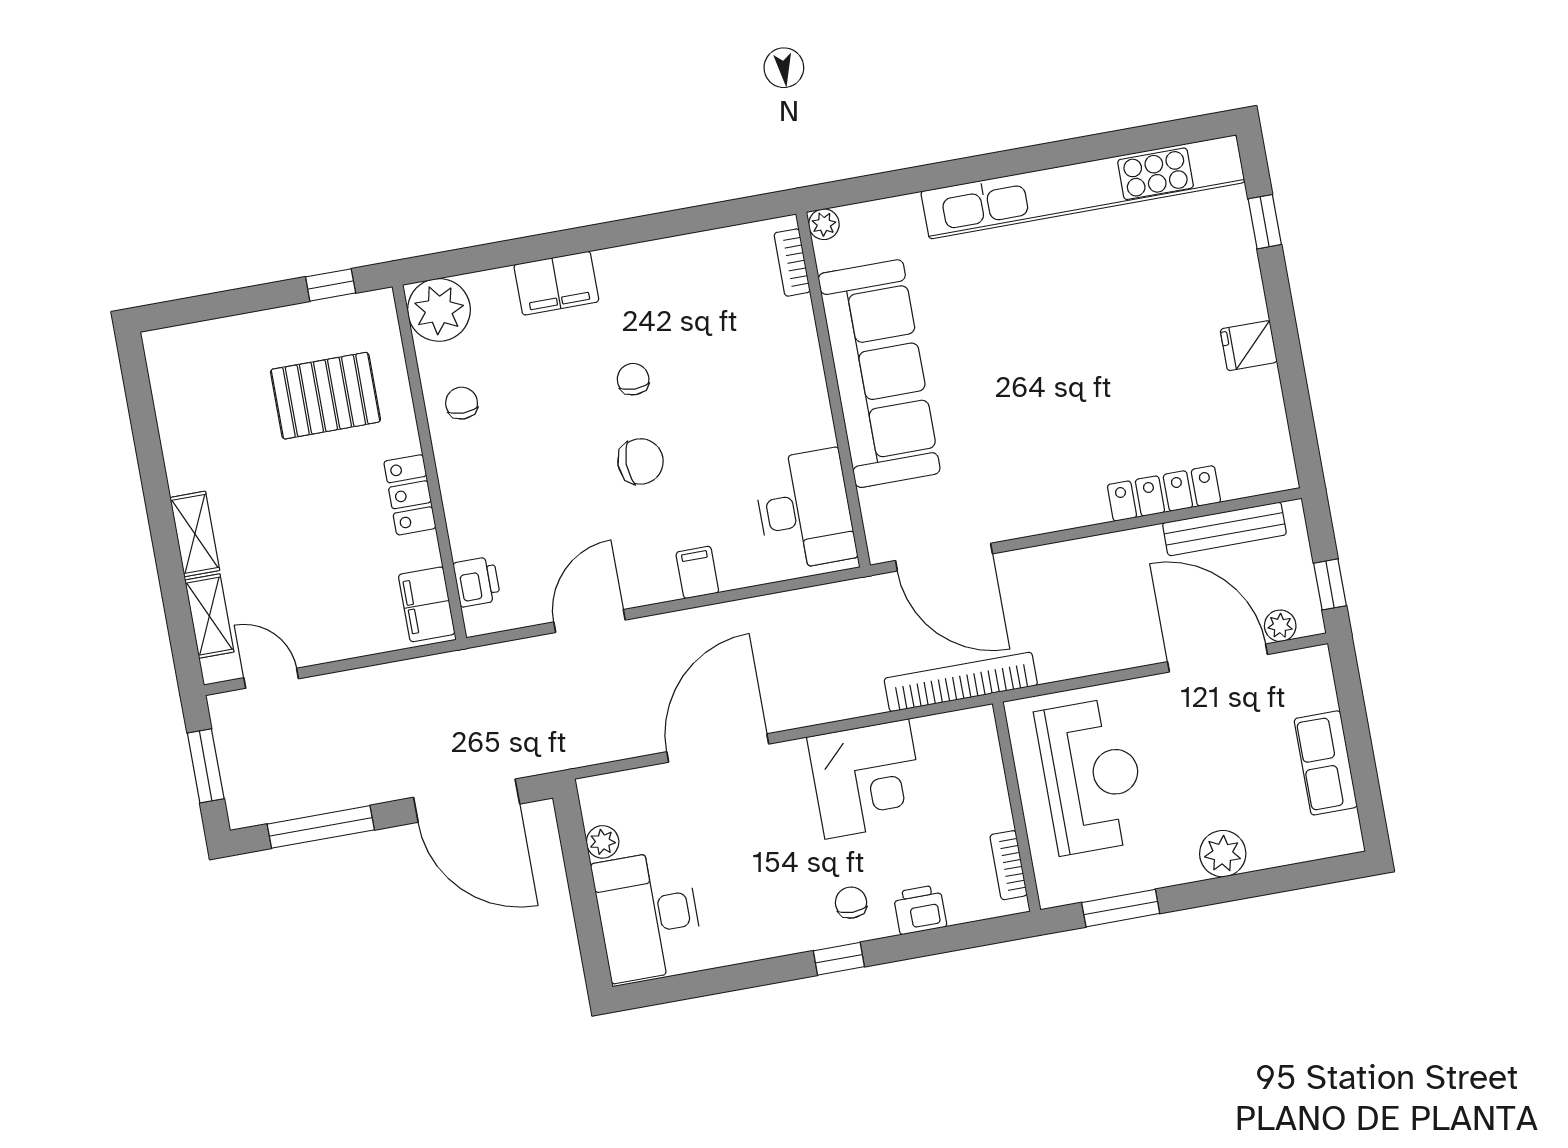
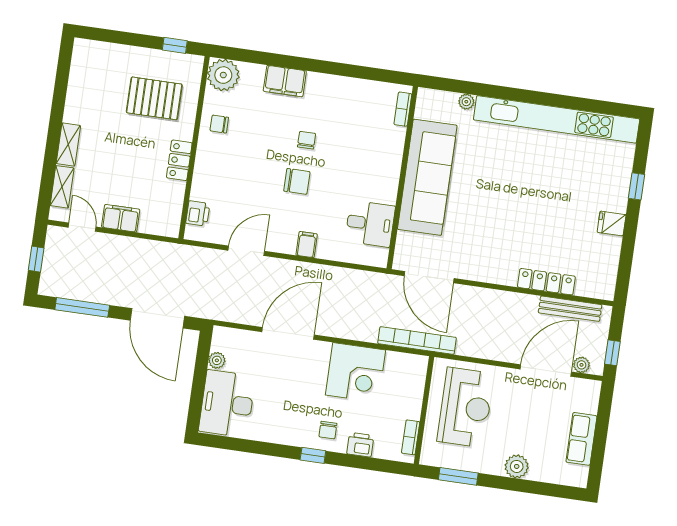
window: (1265, 222) -> (636, 186), moved
plant: (824, 224) -> (466, 102), moved
chair: (462, 403) -> (219, 124), turned -90
desk: (805, 510) -> (370, 224), width x0.73
filing cabinet: (427, 604) -> (121, 218), moved, turned 90
door: (1217, 658) -> (546, 370), hinge flipped
window: (206, 766) -> (36, 259), width x0.67
chair: (851, 903) -> (328, 430), turned 180

